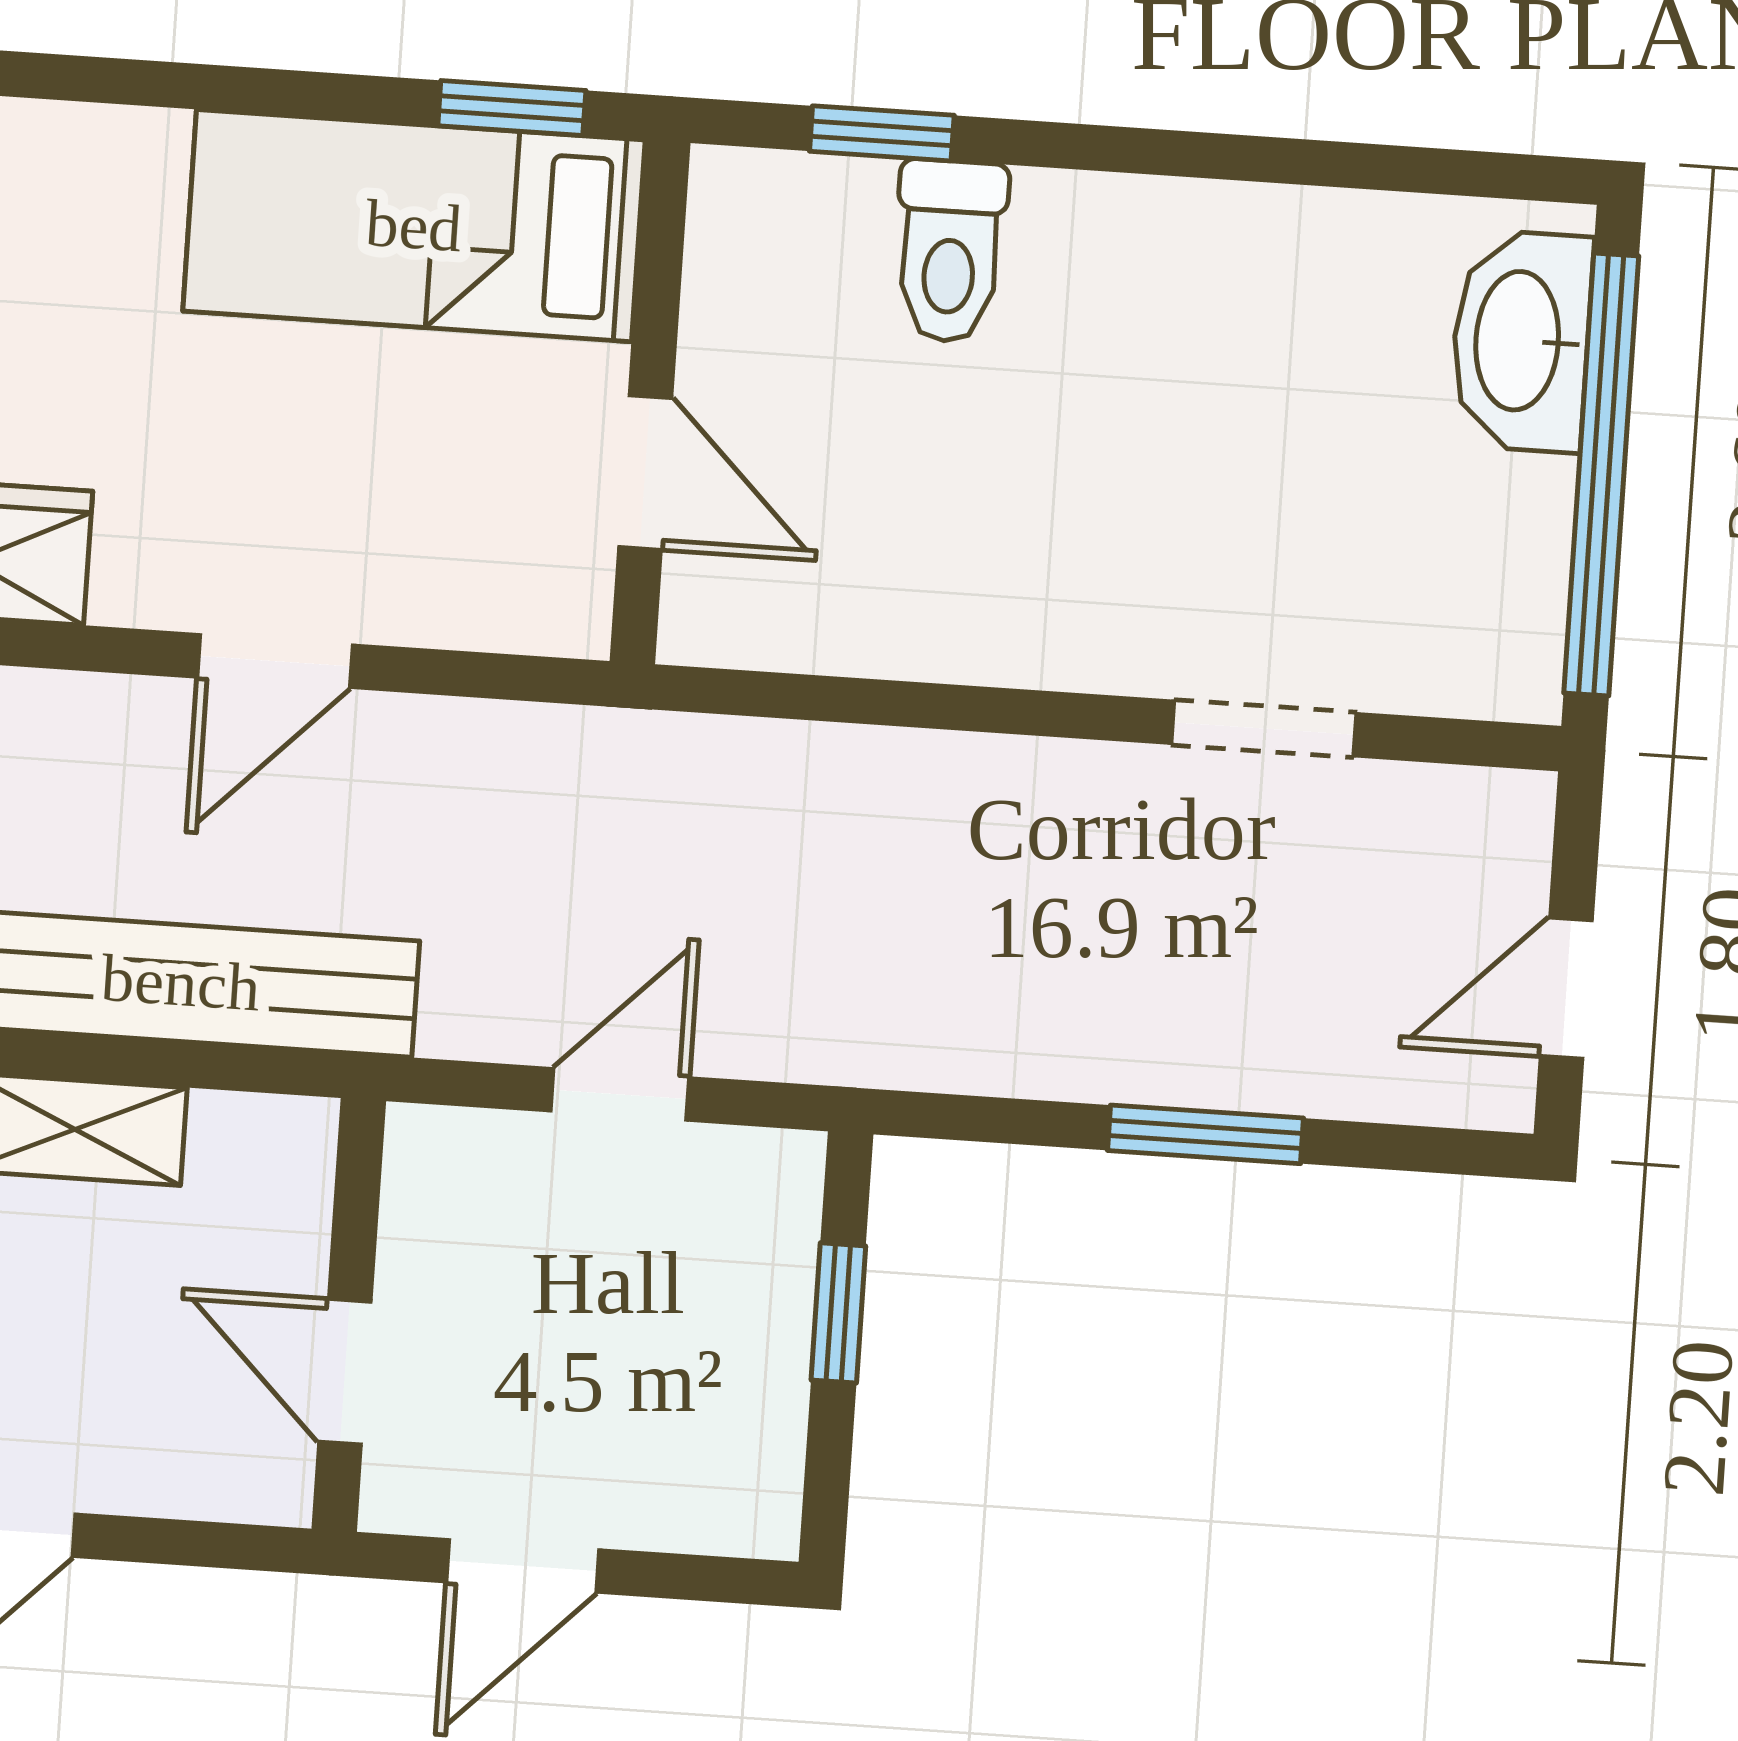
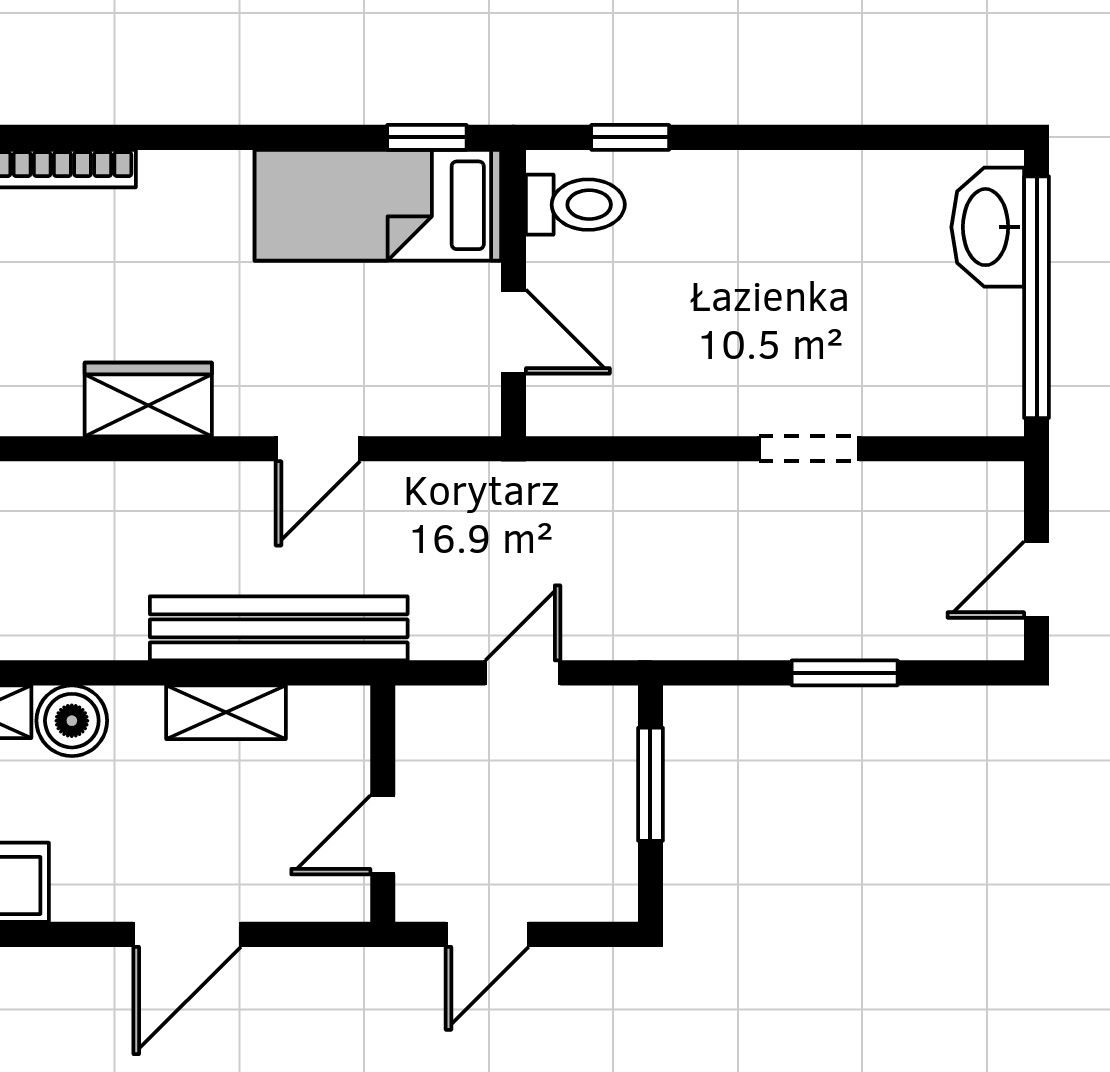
toilet: (950, 251) -> (575, 205), moved, turned -90
doorway: (1264, 729) -> (809, 449), moved
window: (838, 1313) -> (650, 784), width x1.50
door: (345, 1372) -> (383, 835), hinge flipped

